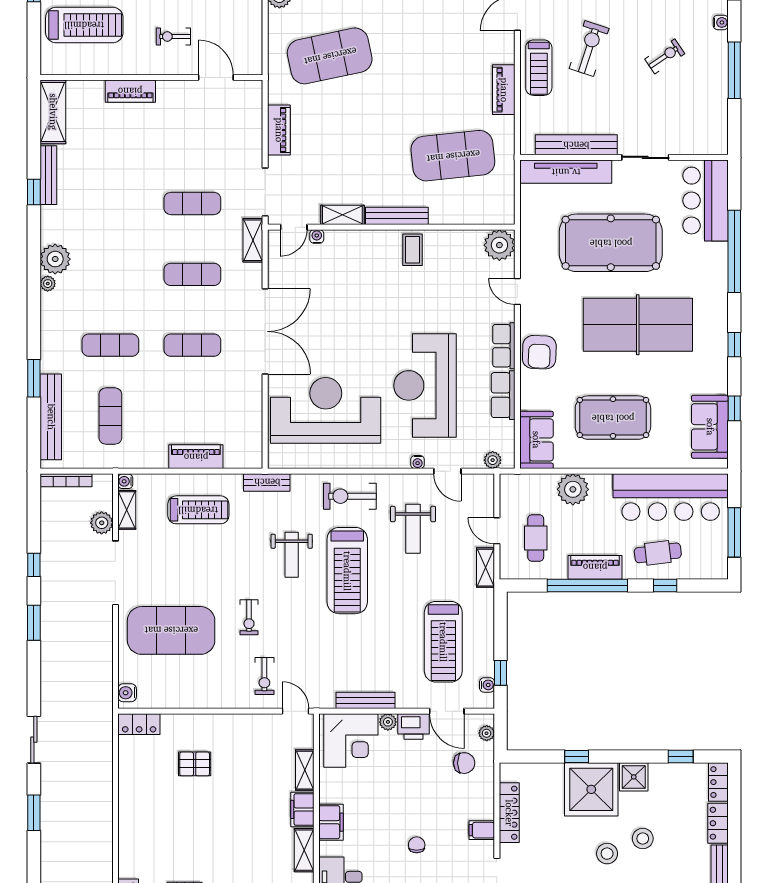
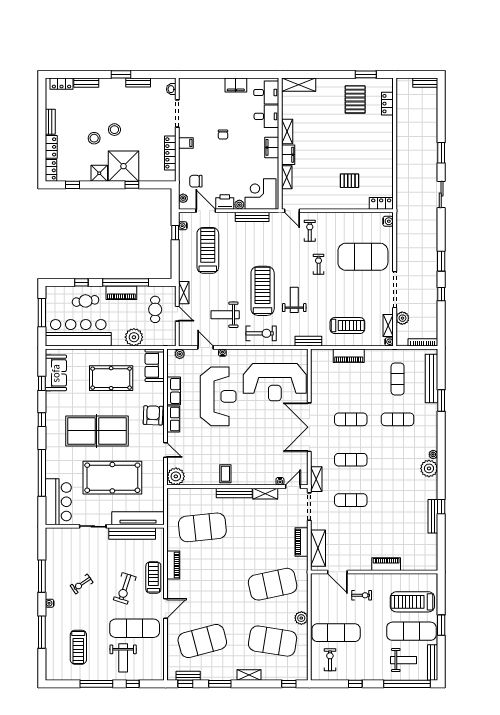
shelving: (53, 112) -> (318, 548), moved
treadmill: (198, 510) -> (347, 326), turned 180
weight bench: (413, 529) -> (225, 315), turned -90

